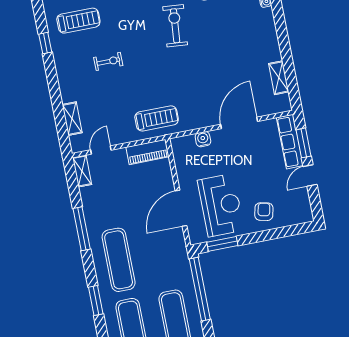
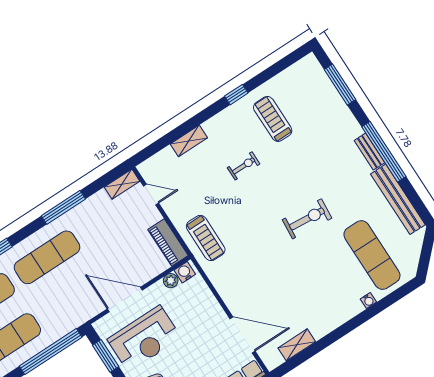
treadmill: (78, 21) -> (273, 119), turned 180
exercise bike: (108, 61) -> (244, 166), turned -90
shelving: (72, 119) -> (189, 141), moved
door: (239, 123) -> (242, 335), moved
water cooler: (203, 139) -> (185, 272), moved, turned -90
plant: (181, 163) -> (171, 281), added

